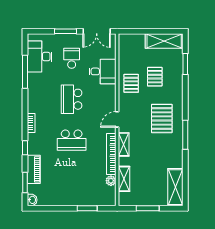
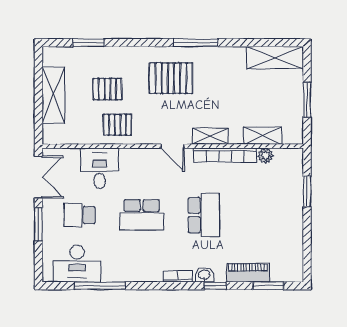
shelving: (164, 41) -> (53, 95), moved
washbasin: (32, 200) -> (204, 275), moved

